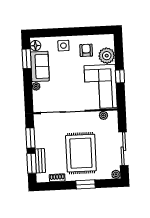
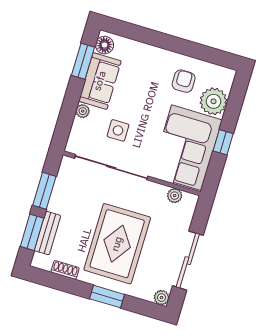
side table: (63, 46) -> (118, 130), moved

